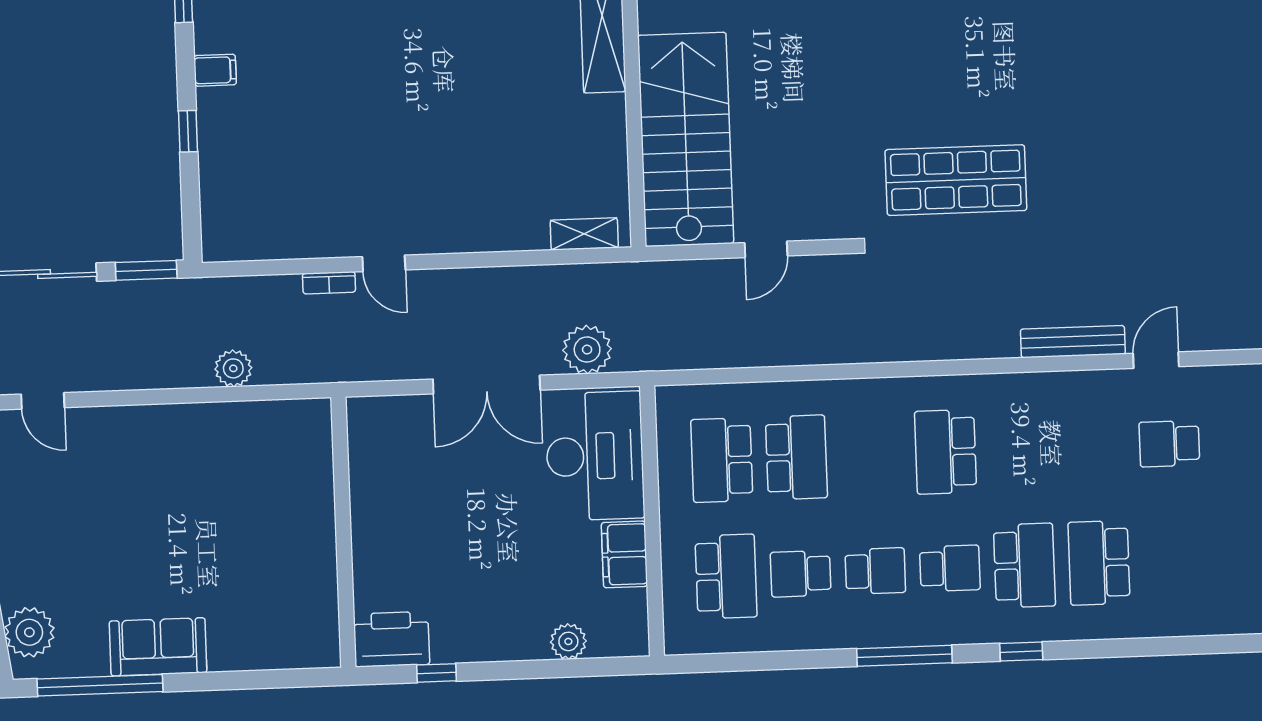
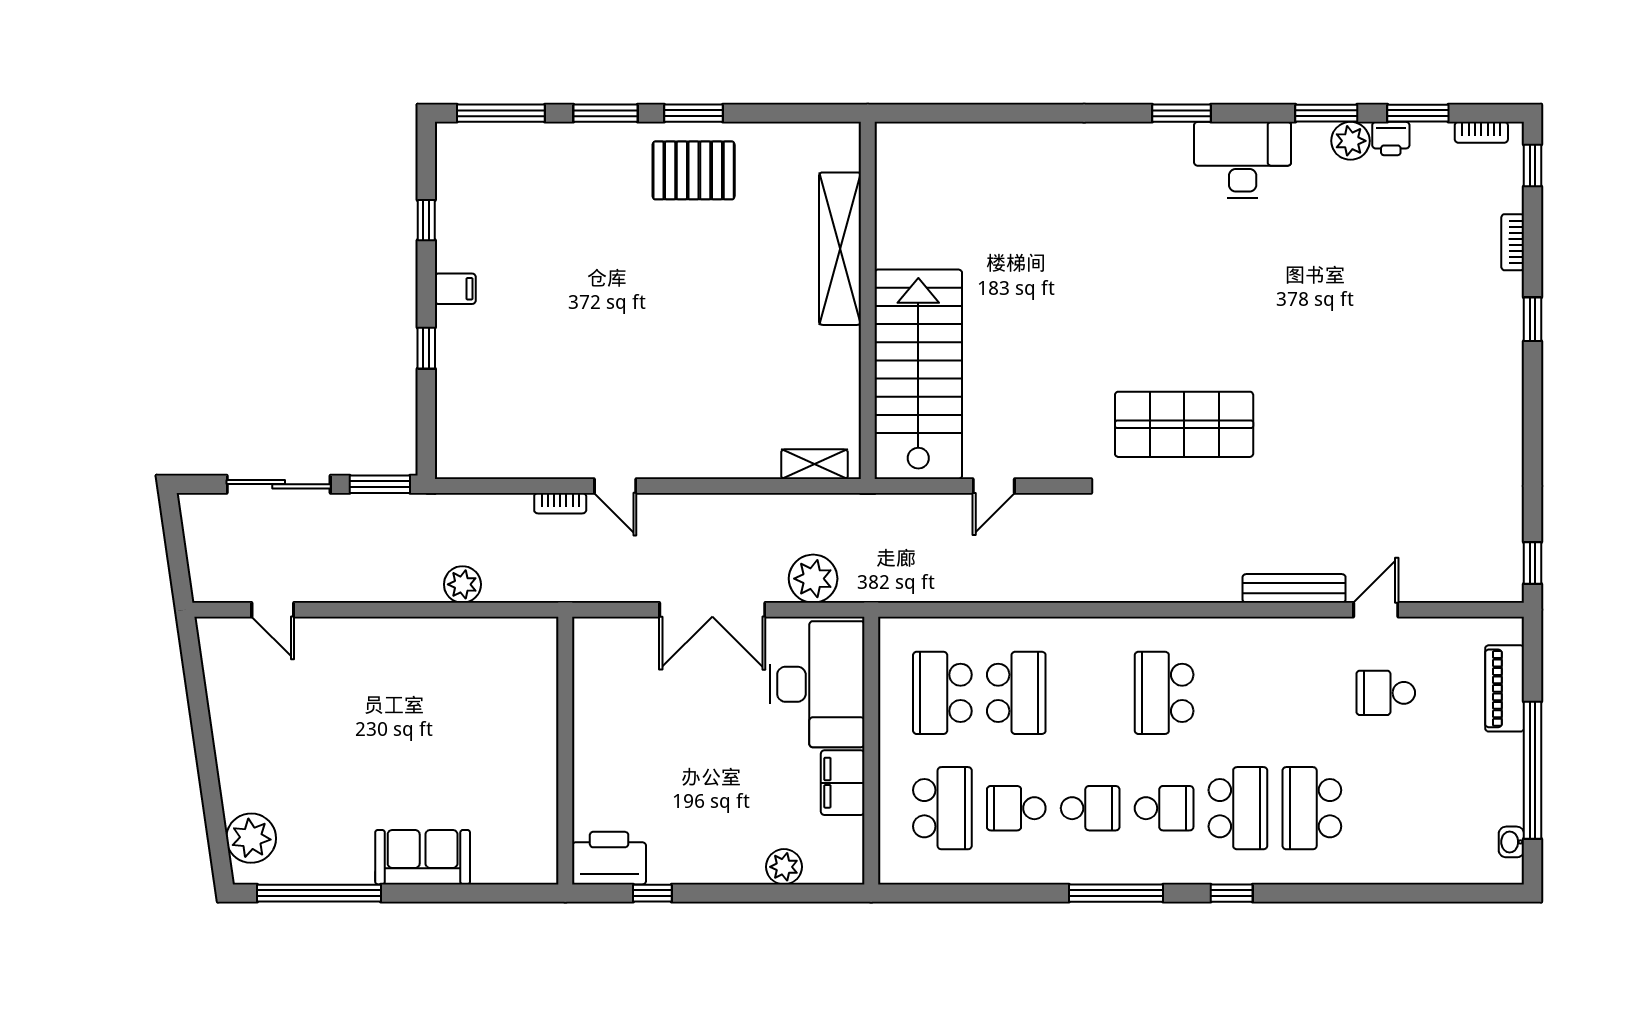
sofa: (158, 647) -> (423, 857), moved

